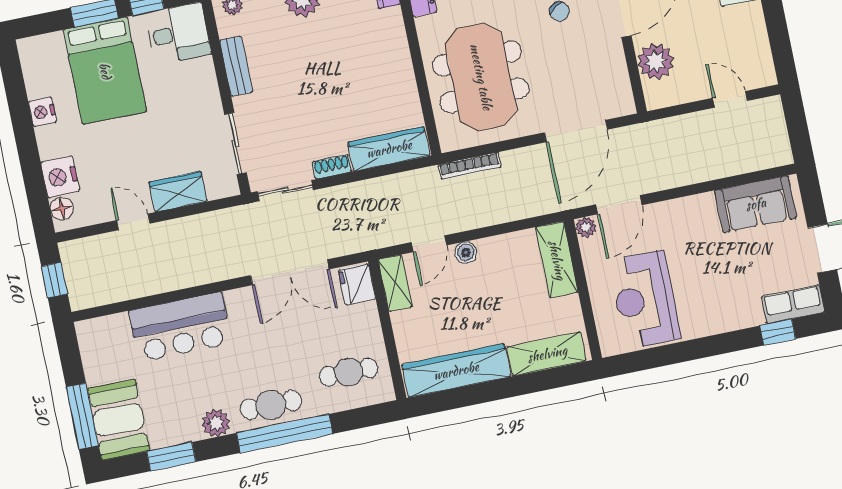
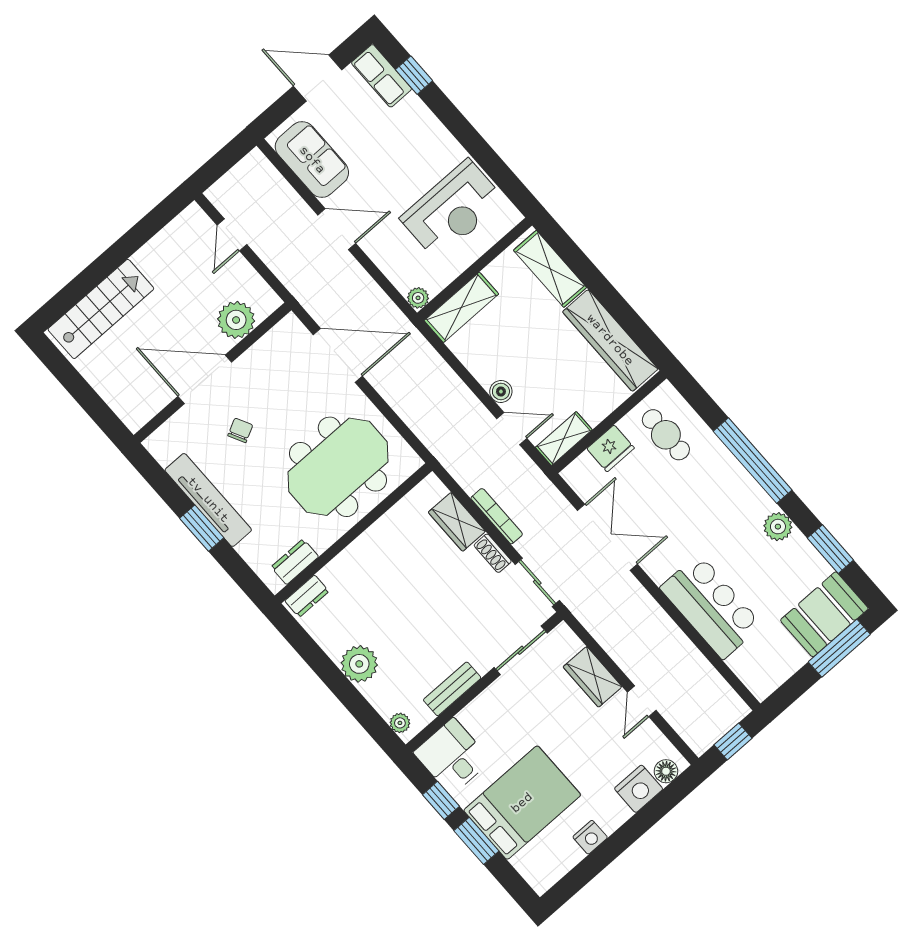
wardrobe: (389, 149) -> (457, 522), width x0.67
bookcase: (470, 166) -> (497, 516), moved
door: (619, 205) -> (337, 229), moved
fridge: (357, 284) -> (611, 448), moved
cafe table: (271, 405) -> (734, 487), removed

